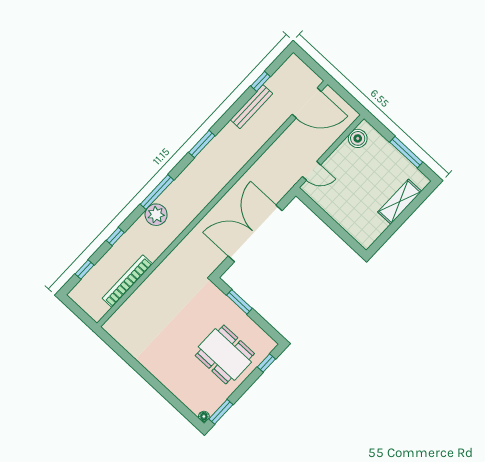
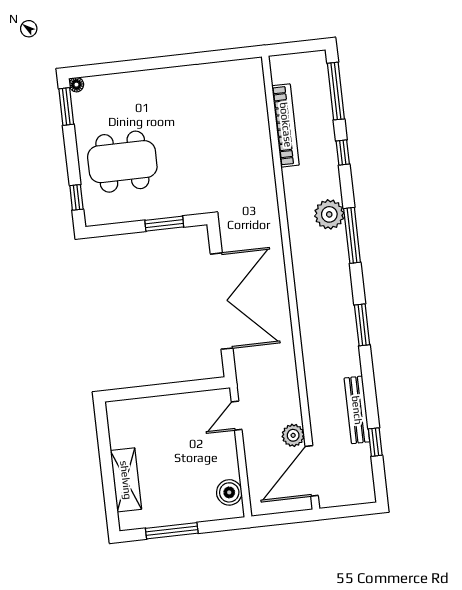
plant: (296, 130) -> (293, 435), added
window: (85, 269) -> (336, 91), width x2.17

